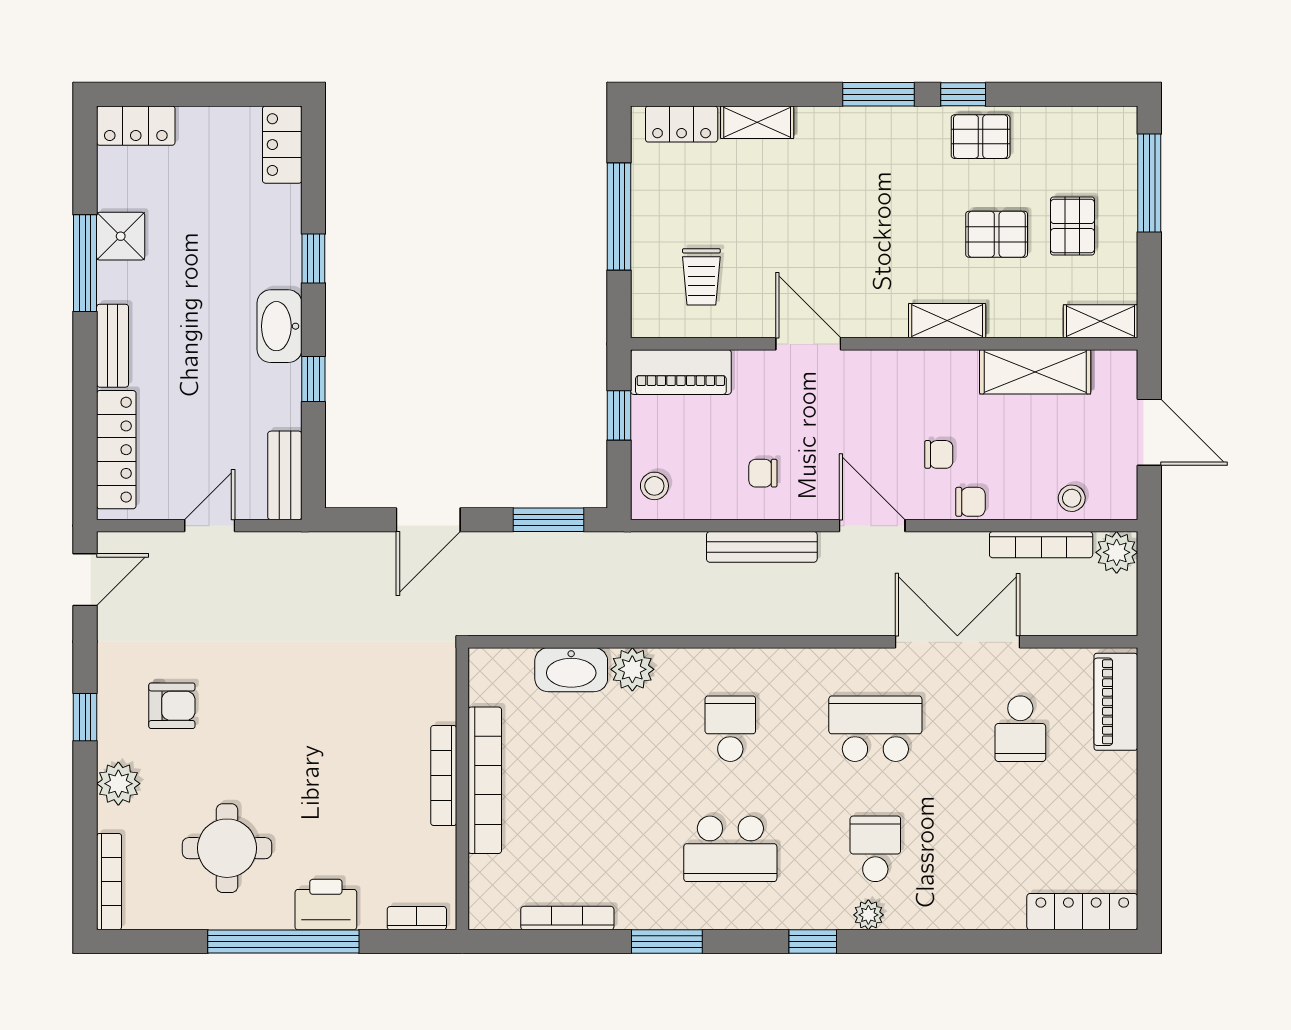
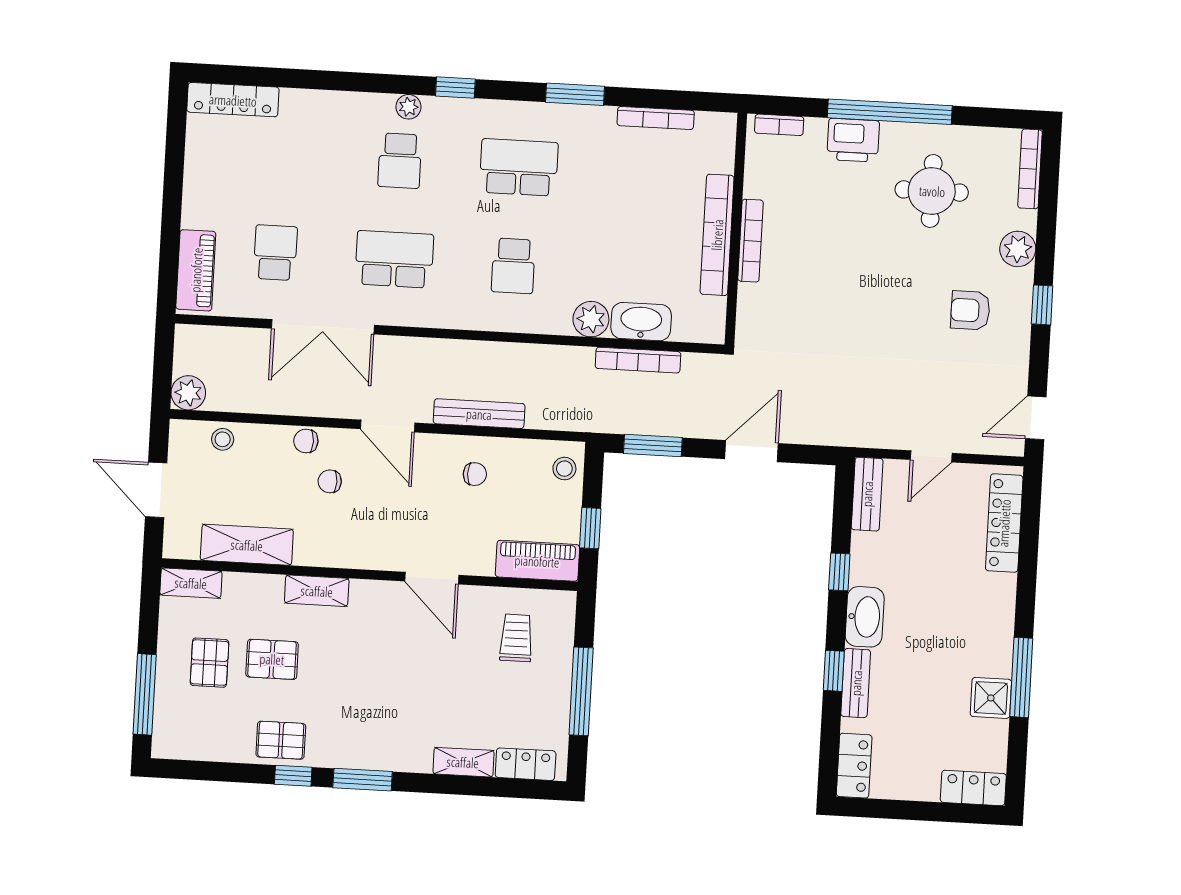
bench: (113, 346) -> (856, 683), moved
bookcase: (1041, 545) -> (638, 360), moved, turned 180
school desk: (875, 729) -> (394, 259), turned 180

